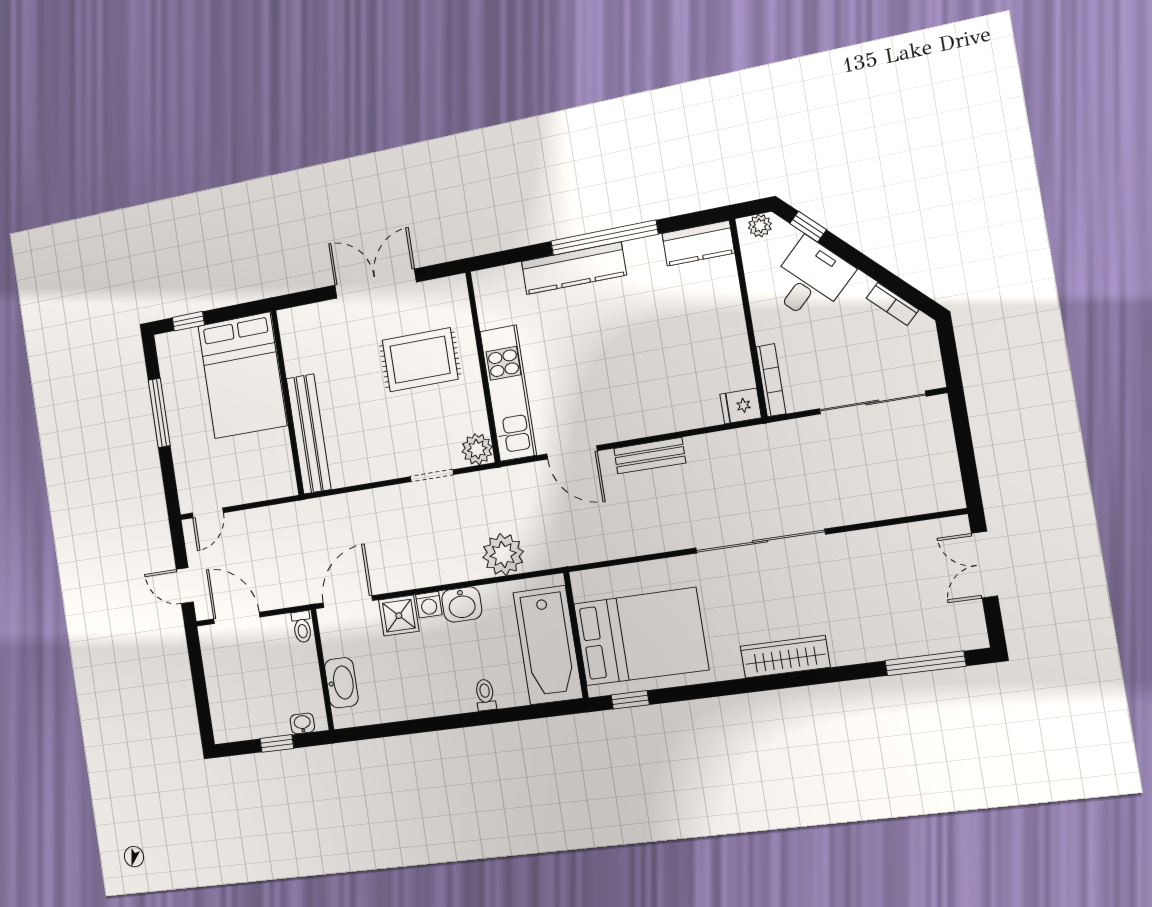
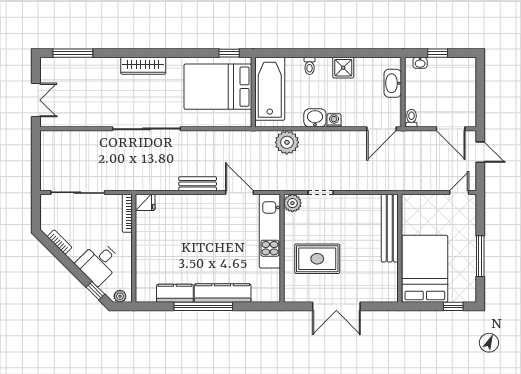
kitchen counter: (698, 243) -> (175, 293), moved
shower: (399, 616) -> (343, 68), moved

